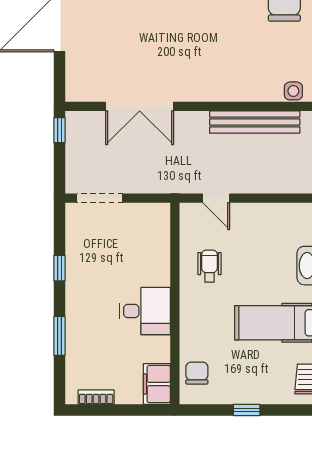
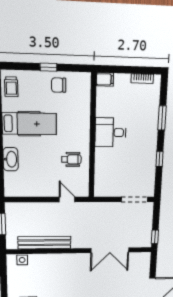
double door: (140, 106) -> (110, 250), swing flipped
wheelchair: (209, 266) -> (71, 159), turned -90
chair: (197, 373) -> (59, 85), moved, turned 90
filing cabinet: (157, 384) -> (105, 79), width x0.50

